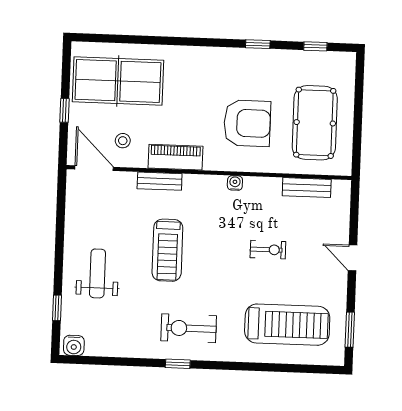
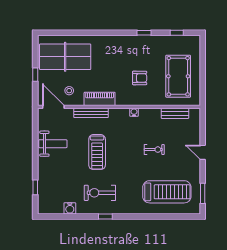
armchair: (247, 123) -> (140, 78), width x0.53, depth x0.53
bench: (160, 181) -> (91, 113), width x1.36
weight bench: (97, 273) -> (53, 144), moved, turned 90
exercise bike: (189, 328) -> (100, 193), moved
water cooler: (74, 345) -> (70, 208), moved

